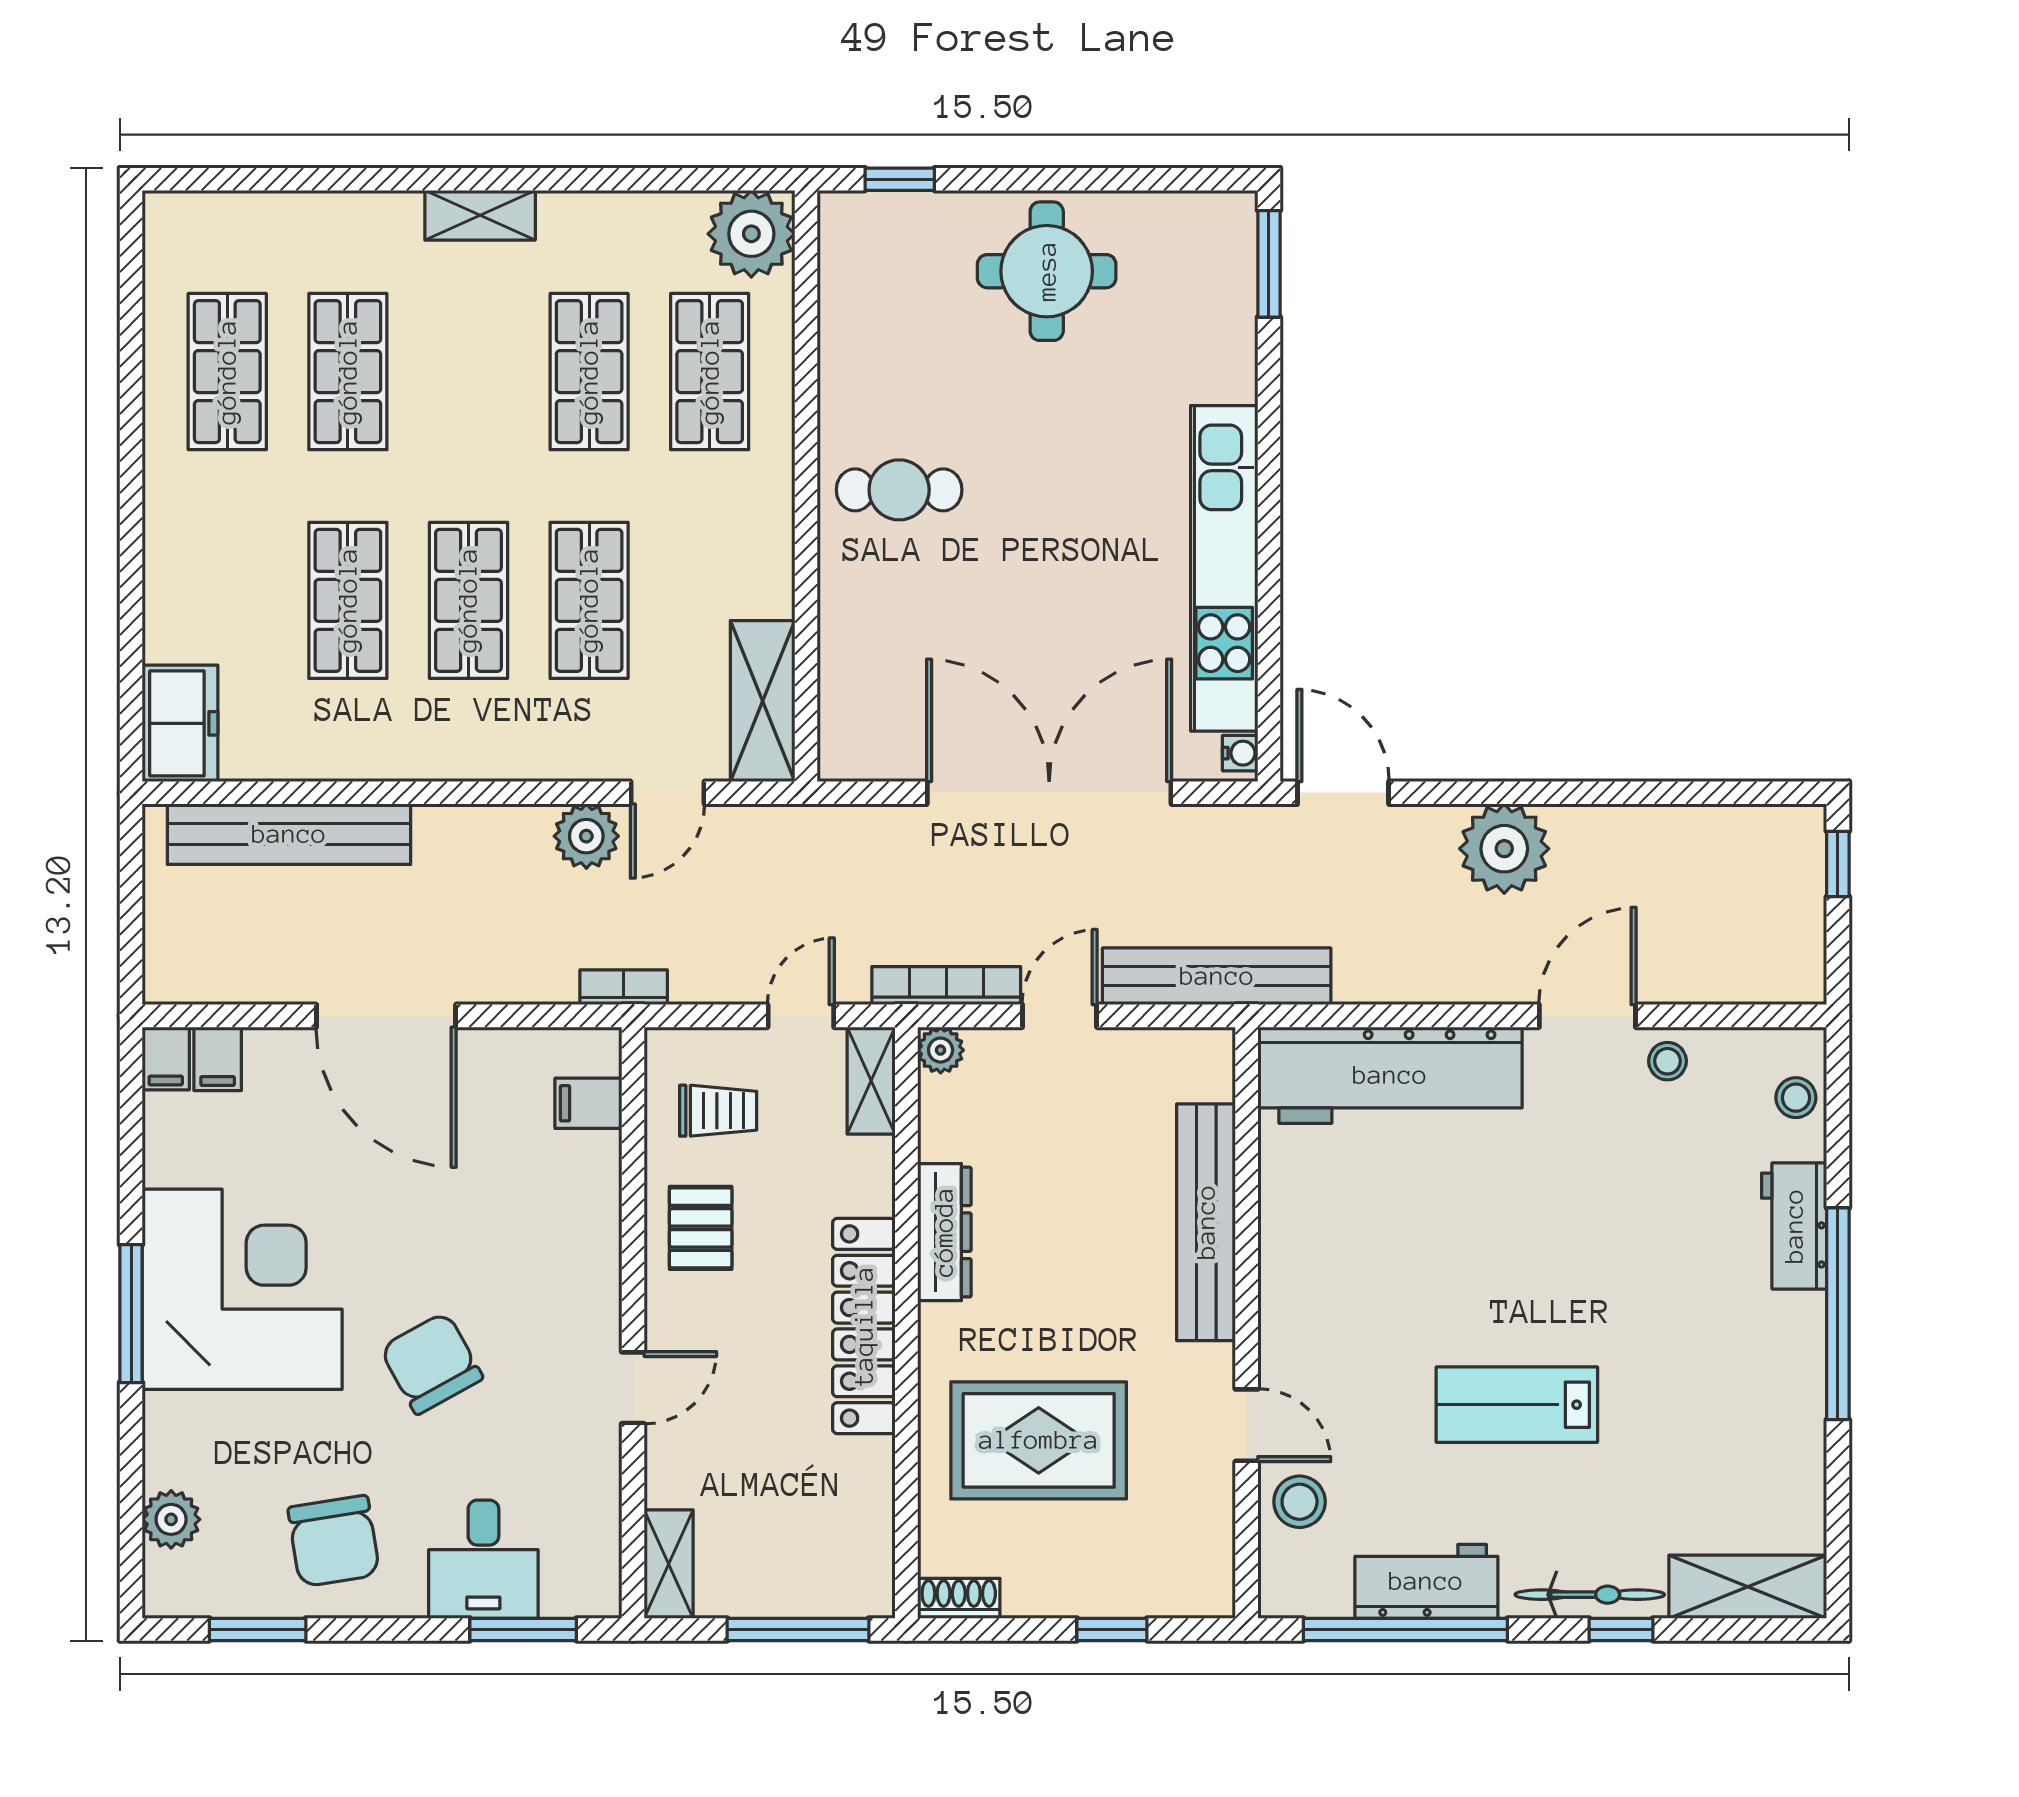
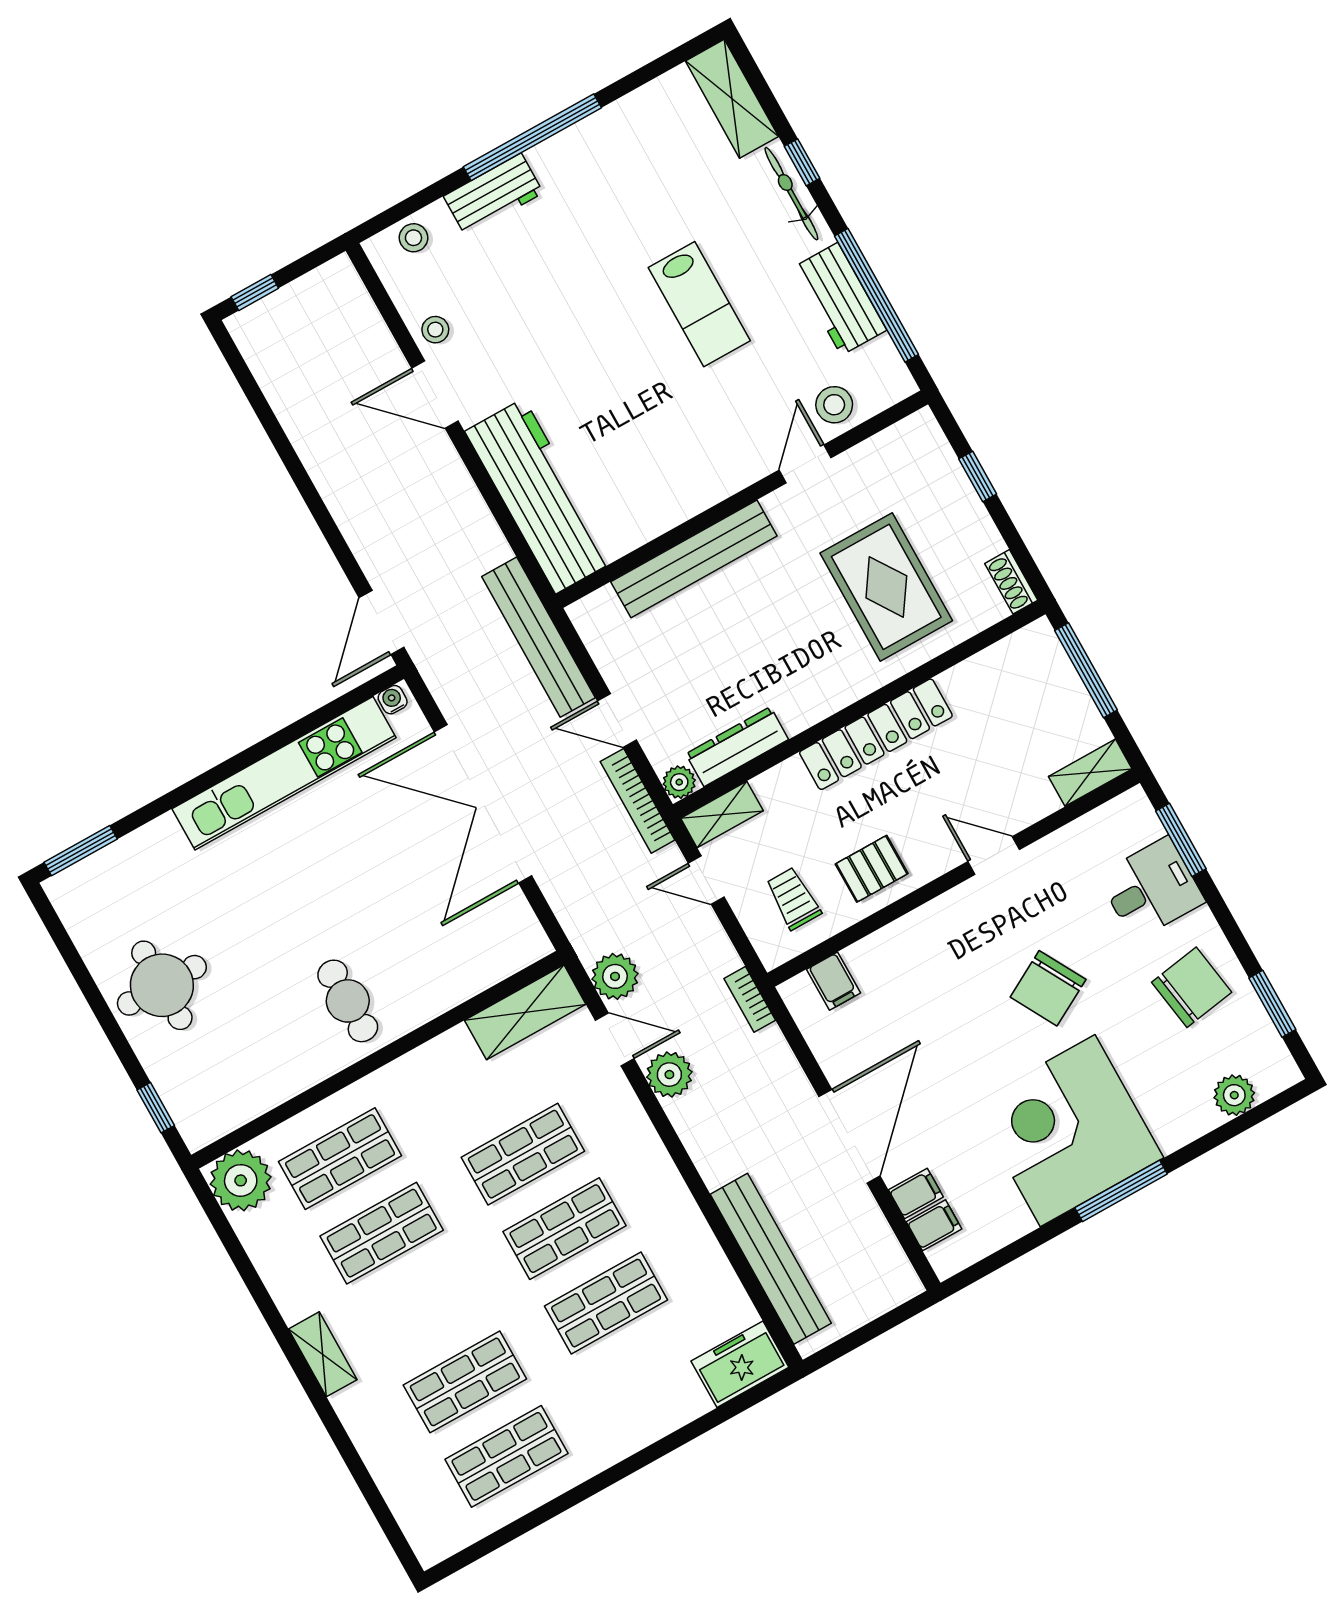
plant: (1504, 849) -> (615, 976), moved, width x0.73, depth x0.73
filing cabinet: (166, 1058) -> (916, 1193), moved
dresser: (944, 1232) -> (737, 747), moved

